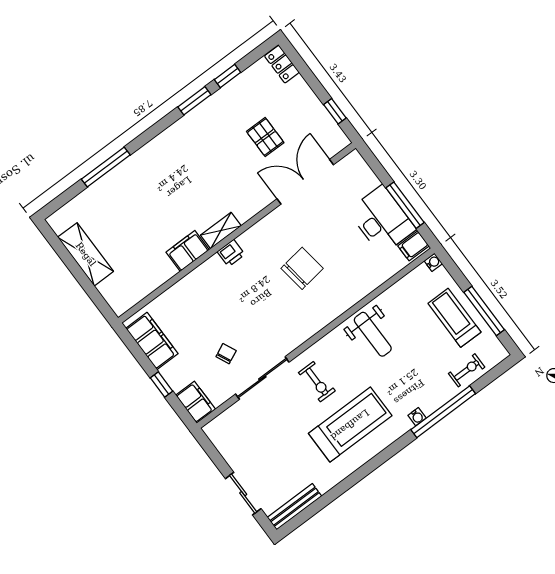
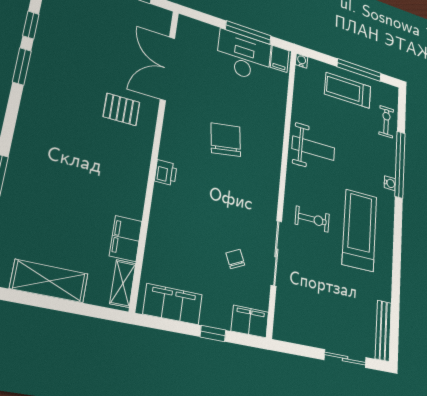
pallet: (265, 137) -> (121, 109), moved
shelving: (221, 230) -> (123, 283), moved
filing cabinet: (188, 251) -> (126, 238), moved

